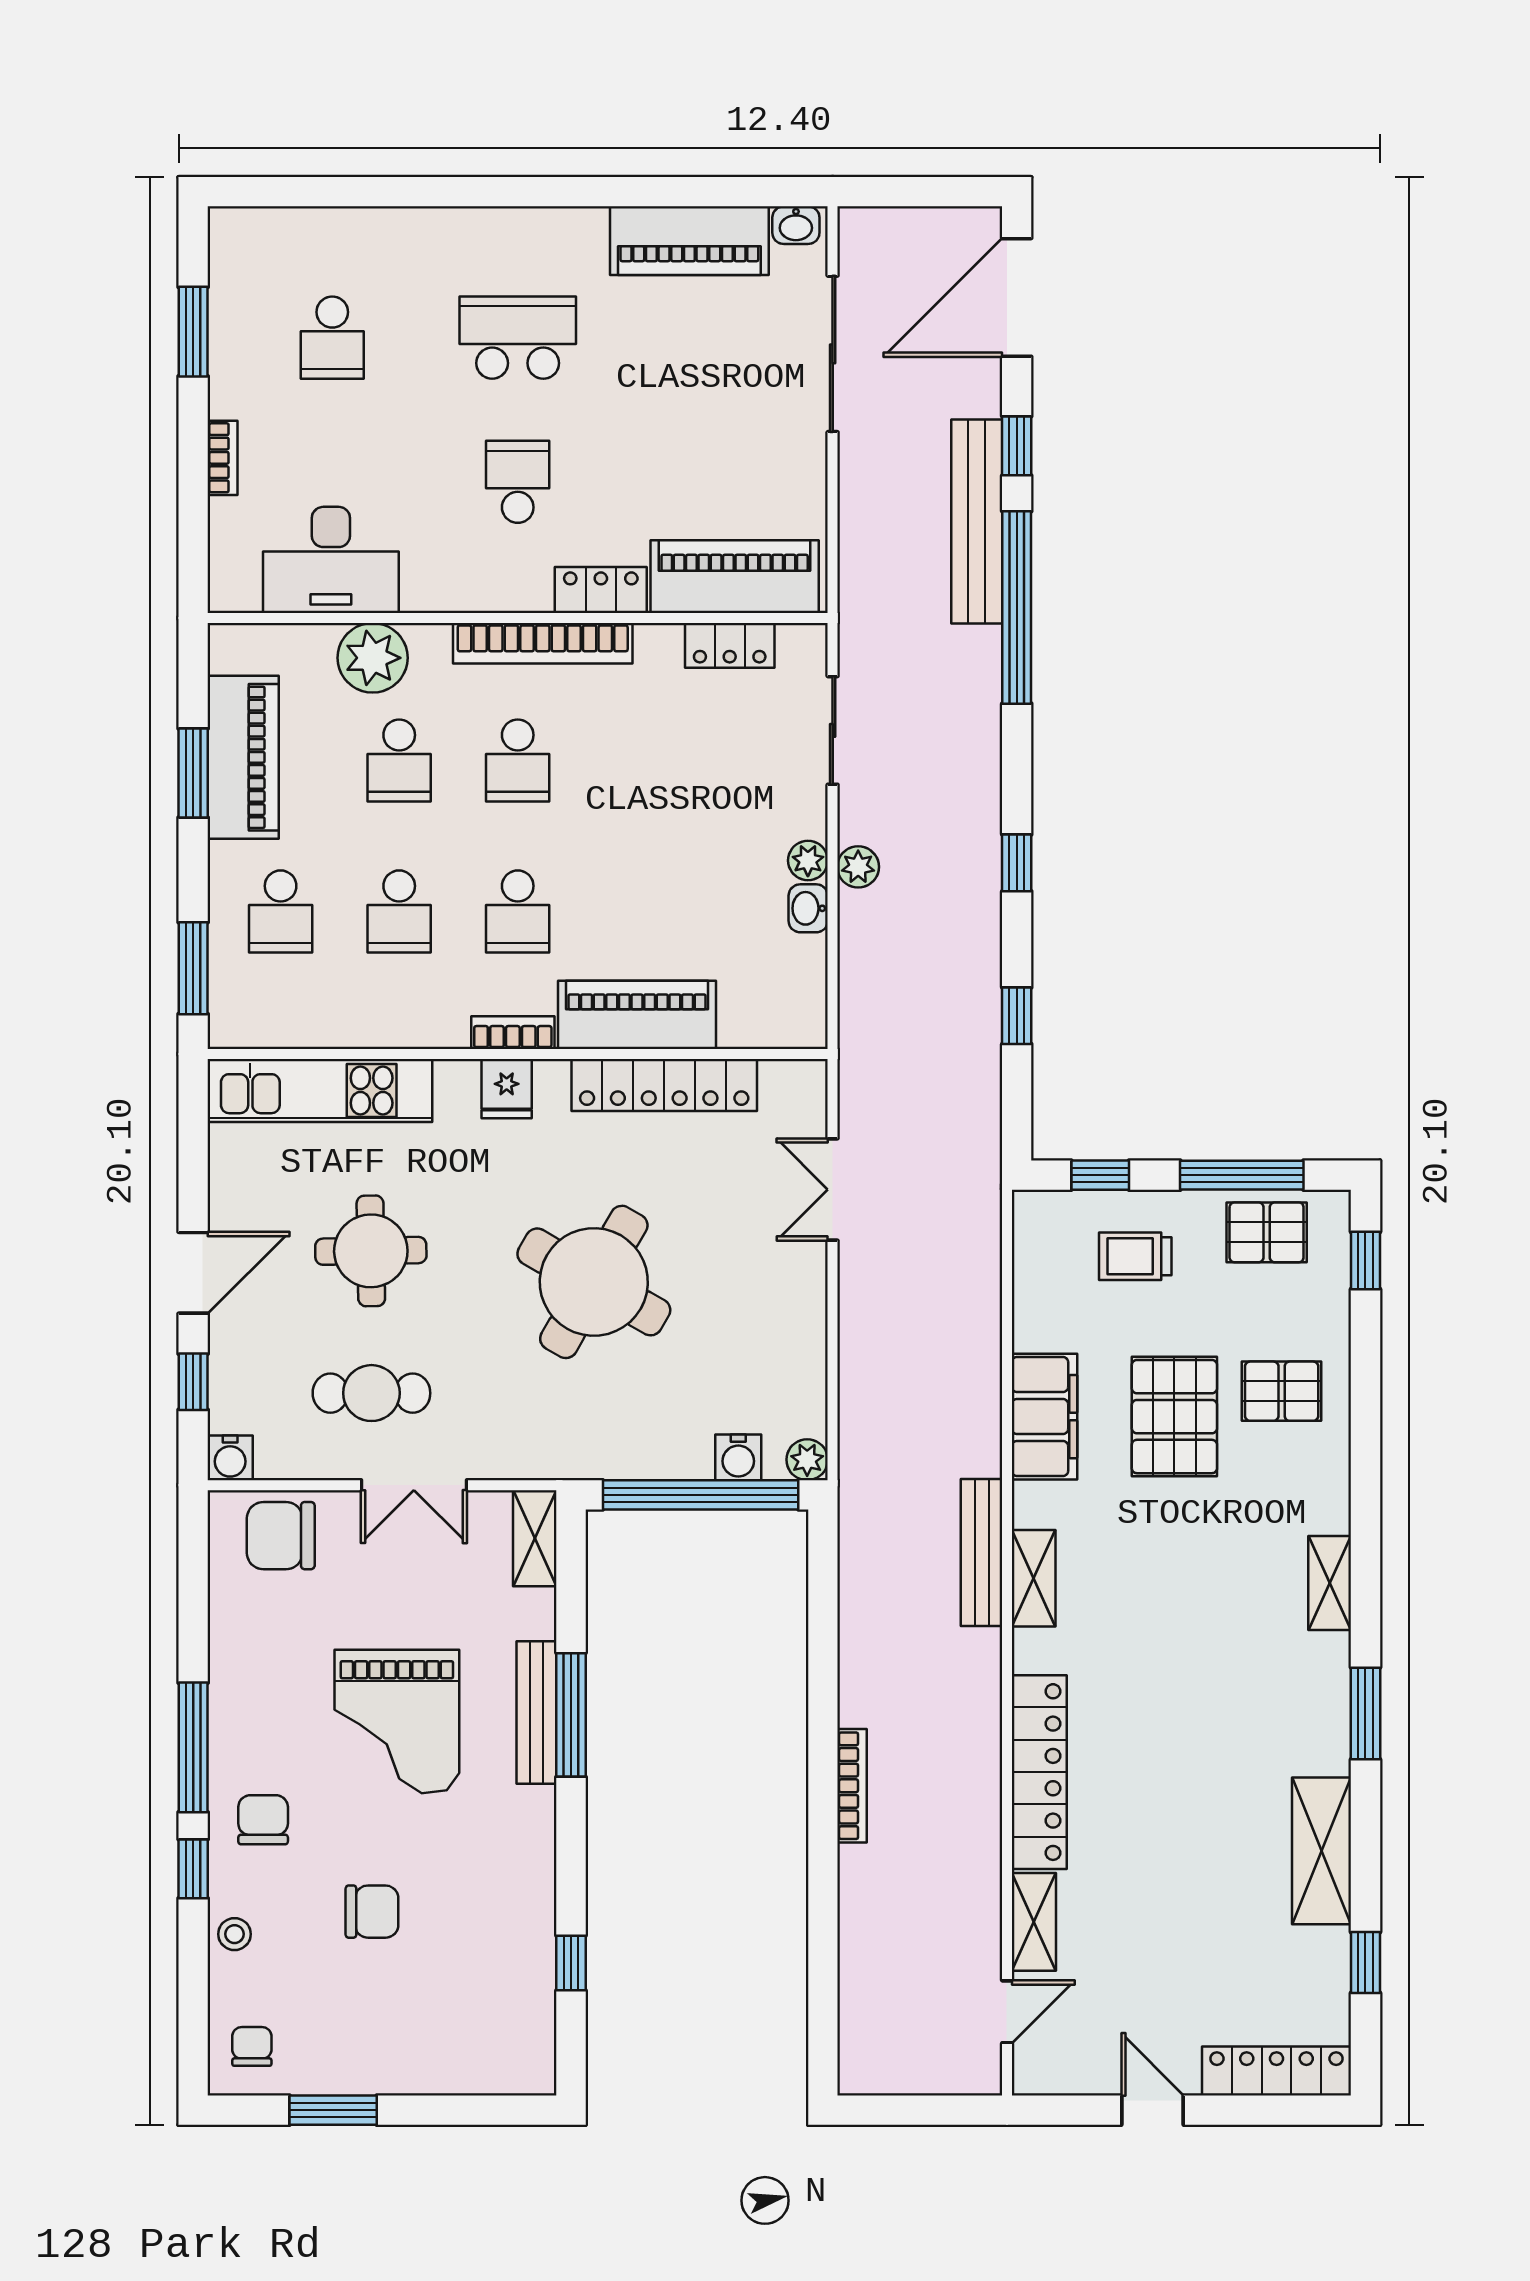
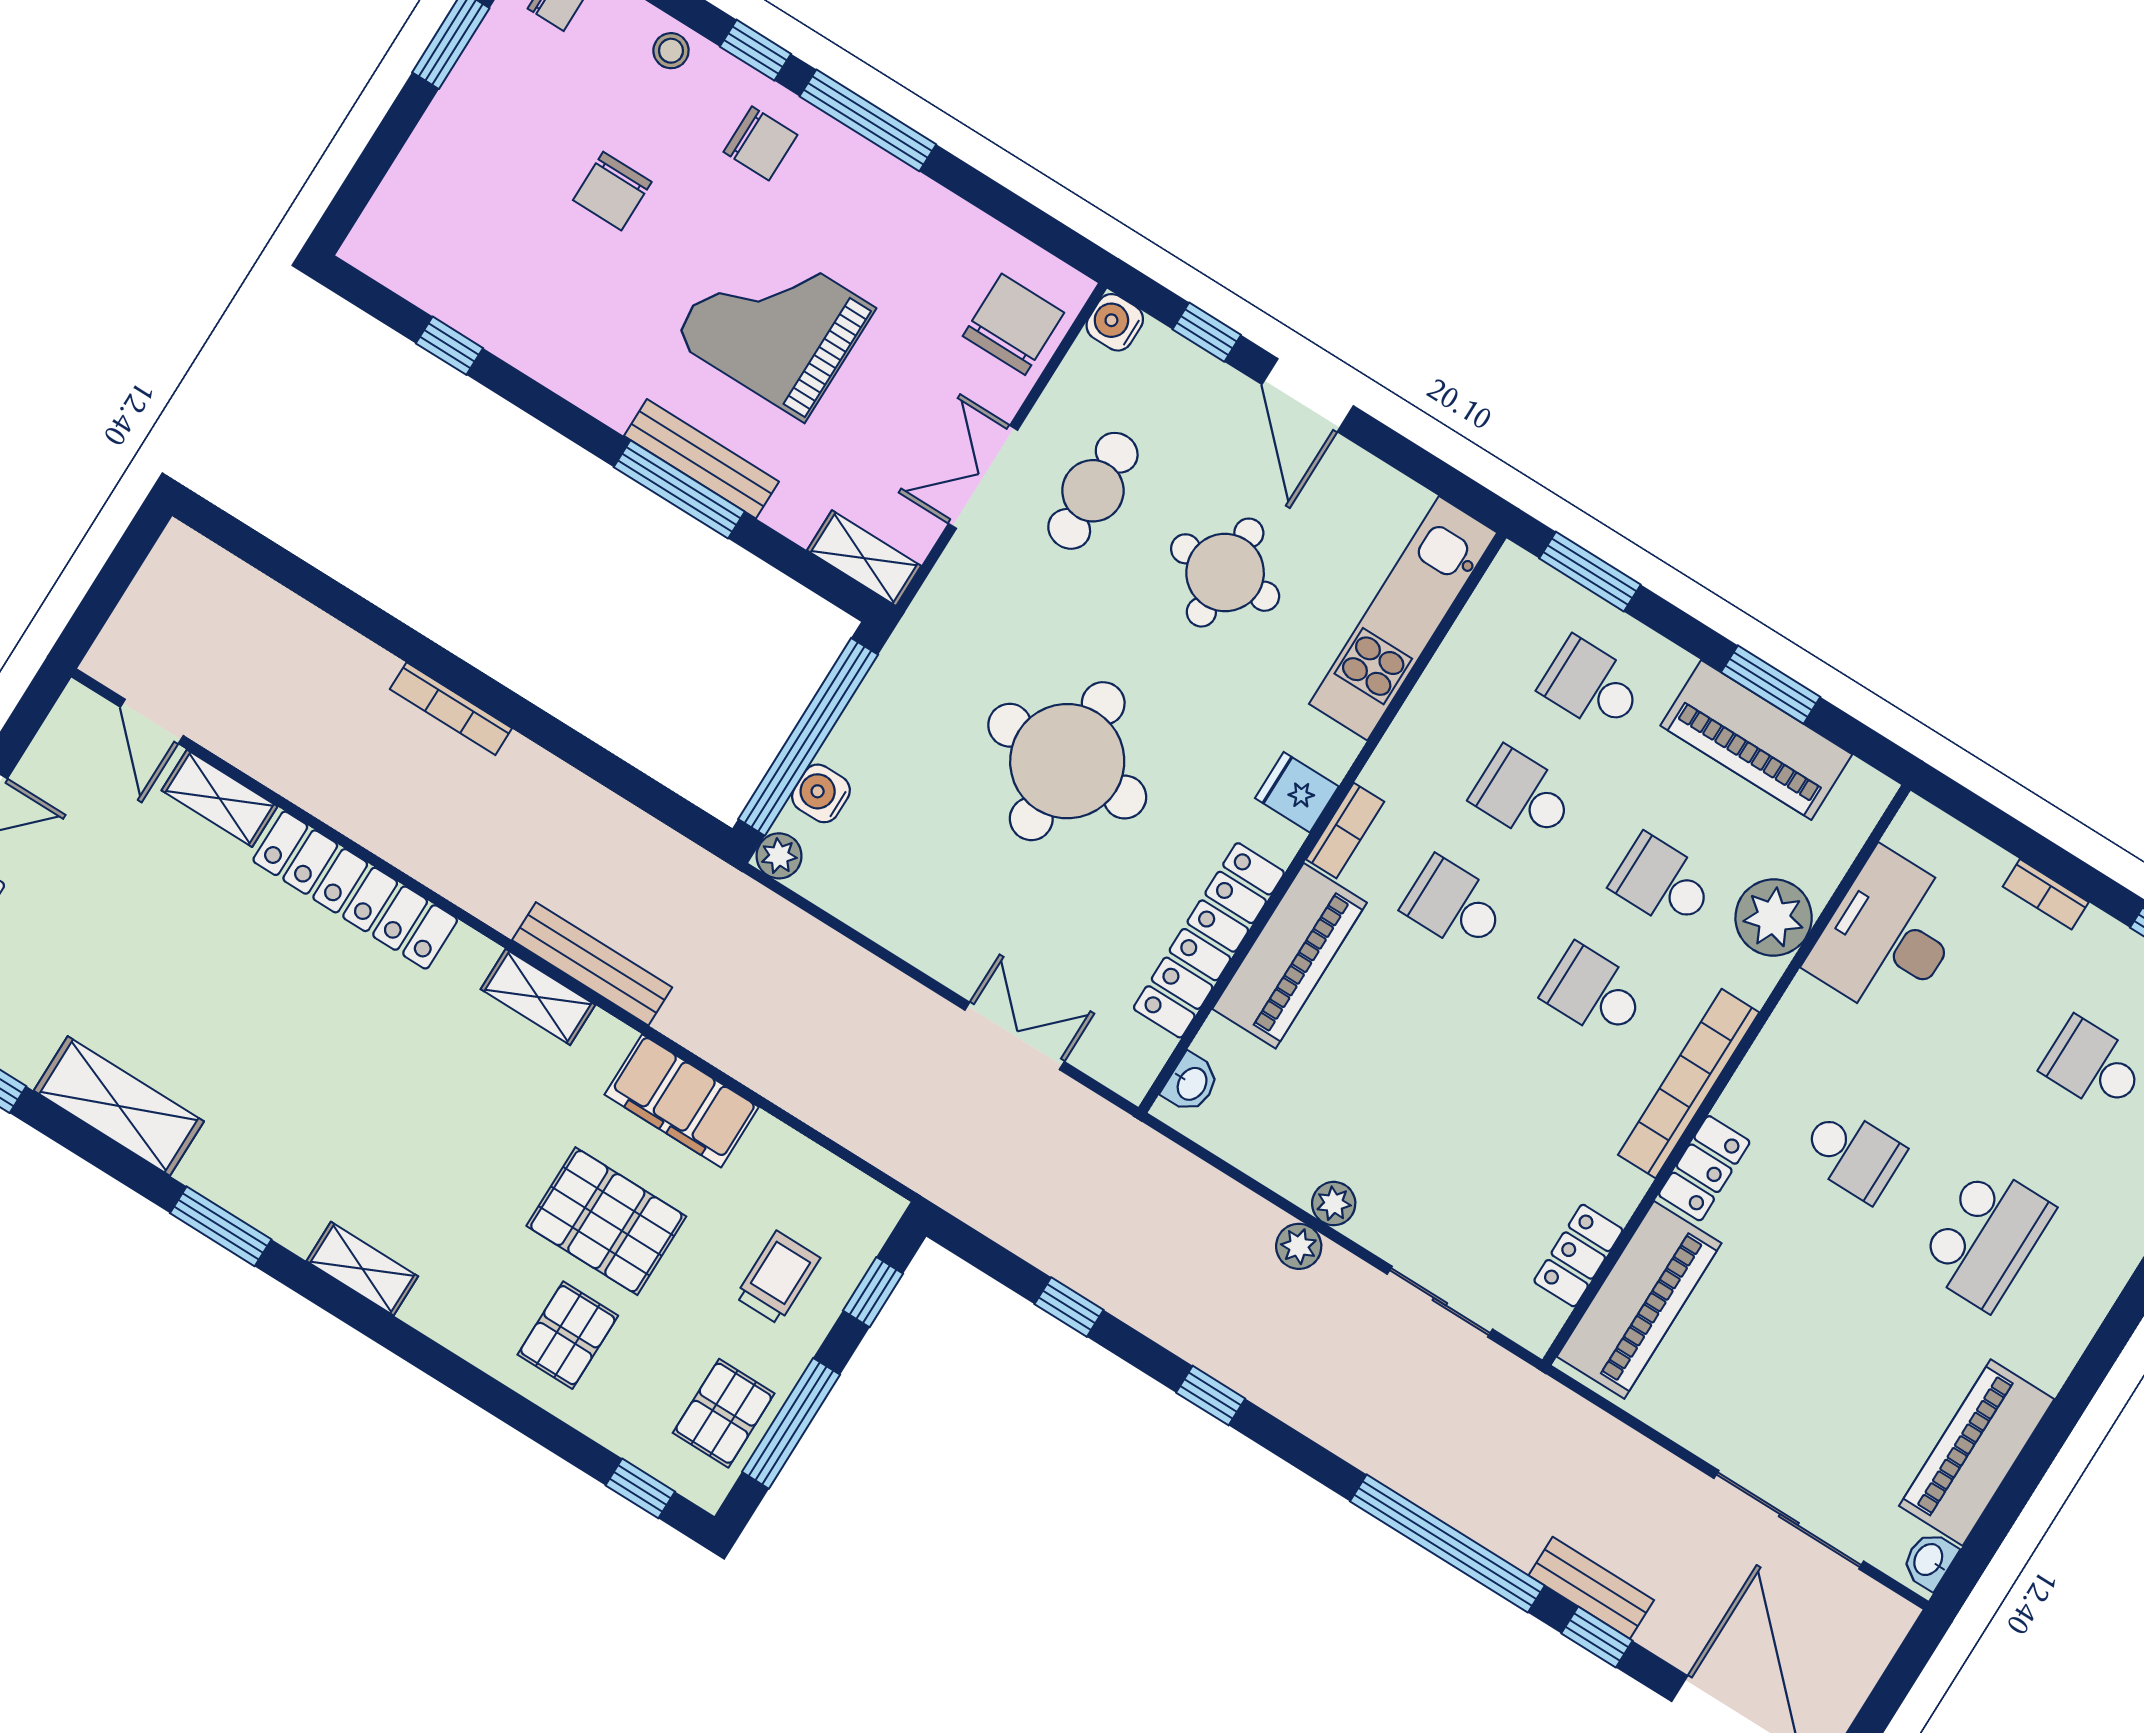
bench: (977, 521) -> (1591, 1588), width x0.54, depth x0.82
washbasin: (808, 908) -> (1191, 1083), moved, turned 90
round table: (594, 1282) -> (1067, 761), turned -30

